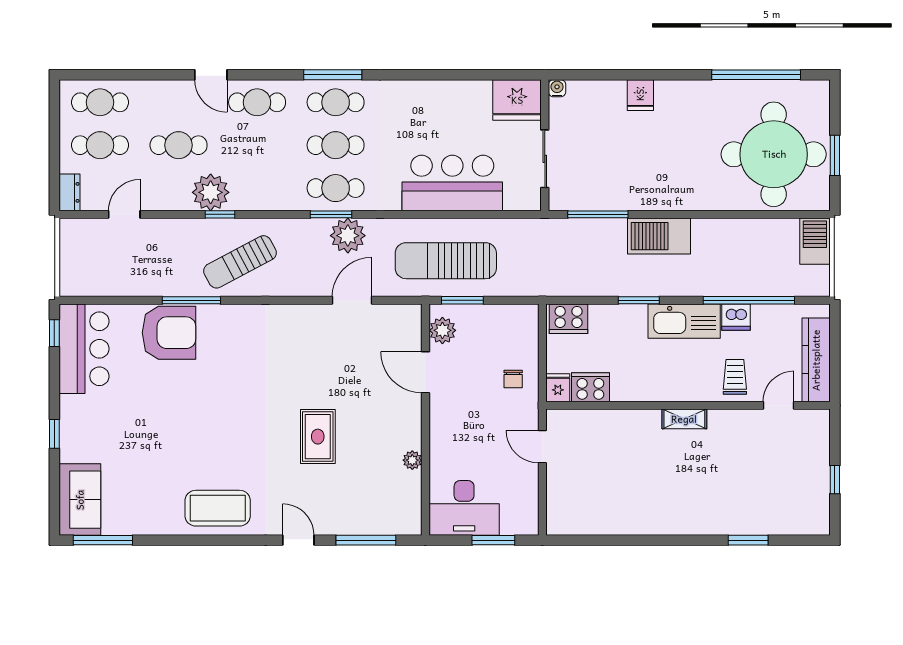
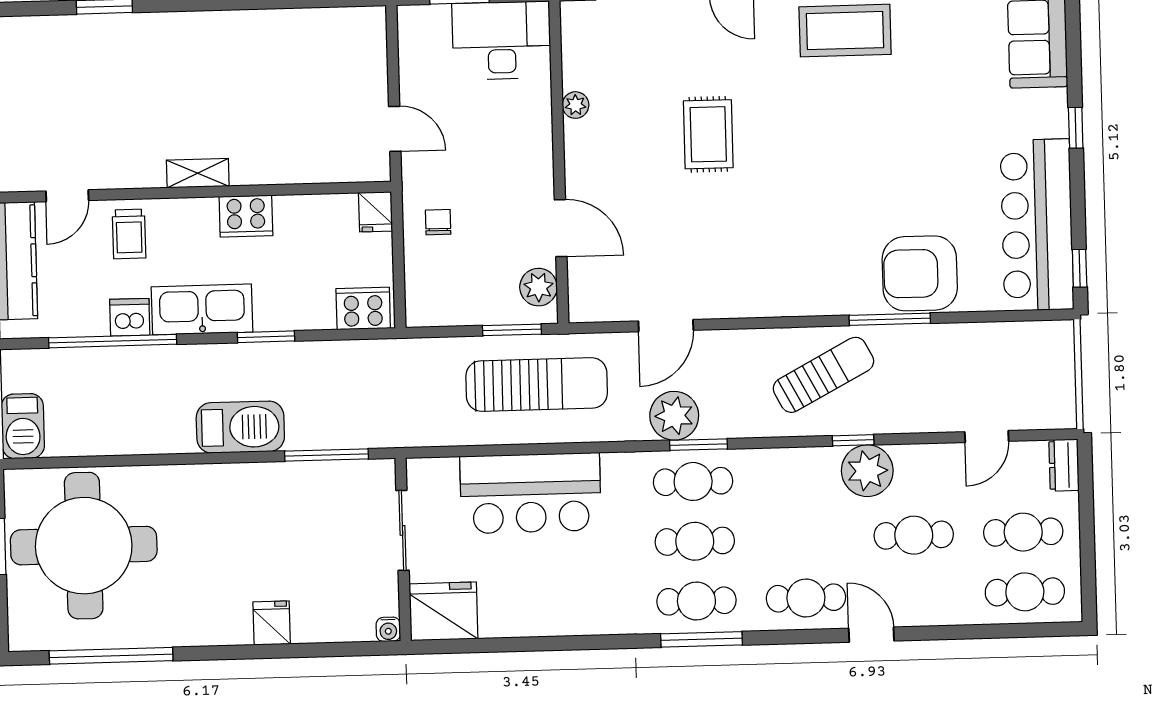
bar counter: (84, 349) -> (1037, 225), width x1.36
cooker: (590, 387) -> (246, 216), moved

